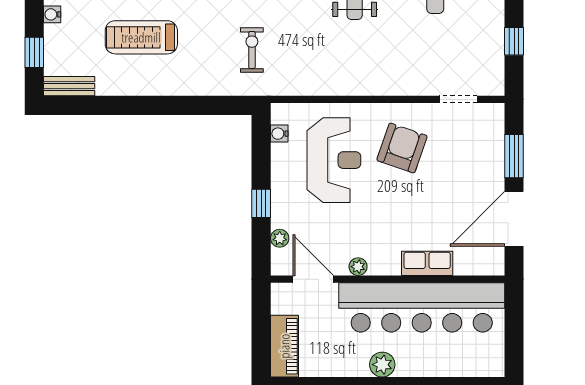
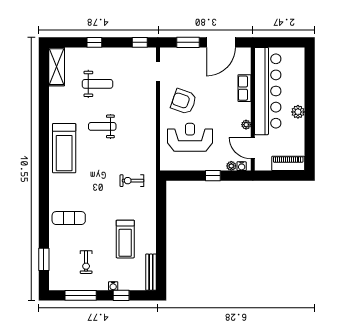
window: (514, 41) -> (140, 42), moved
window: (34, 52) -> (121, 295), moved
bench: (69, 86) -> (151, 272), width x1.36
water cooler: (279, 134) -> (242, 166), moved
door: (514, 219) -> (221, 42), hinge flipped
door: (313, 279) -> (253, 148), hinge flipped

